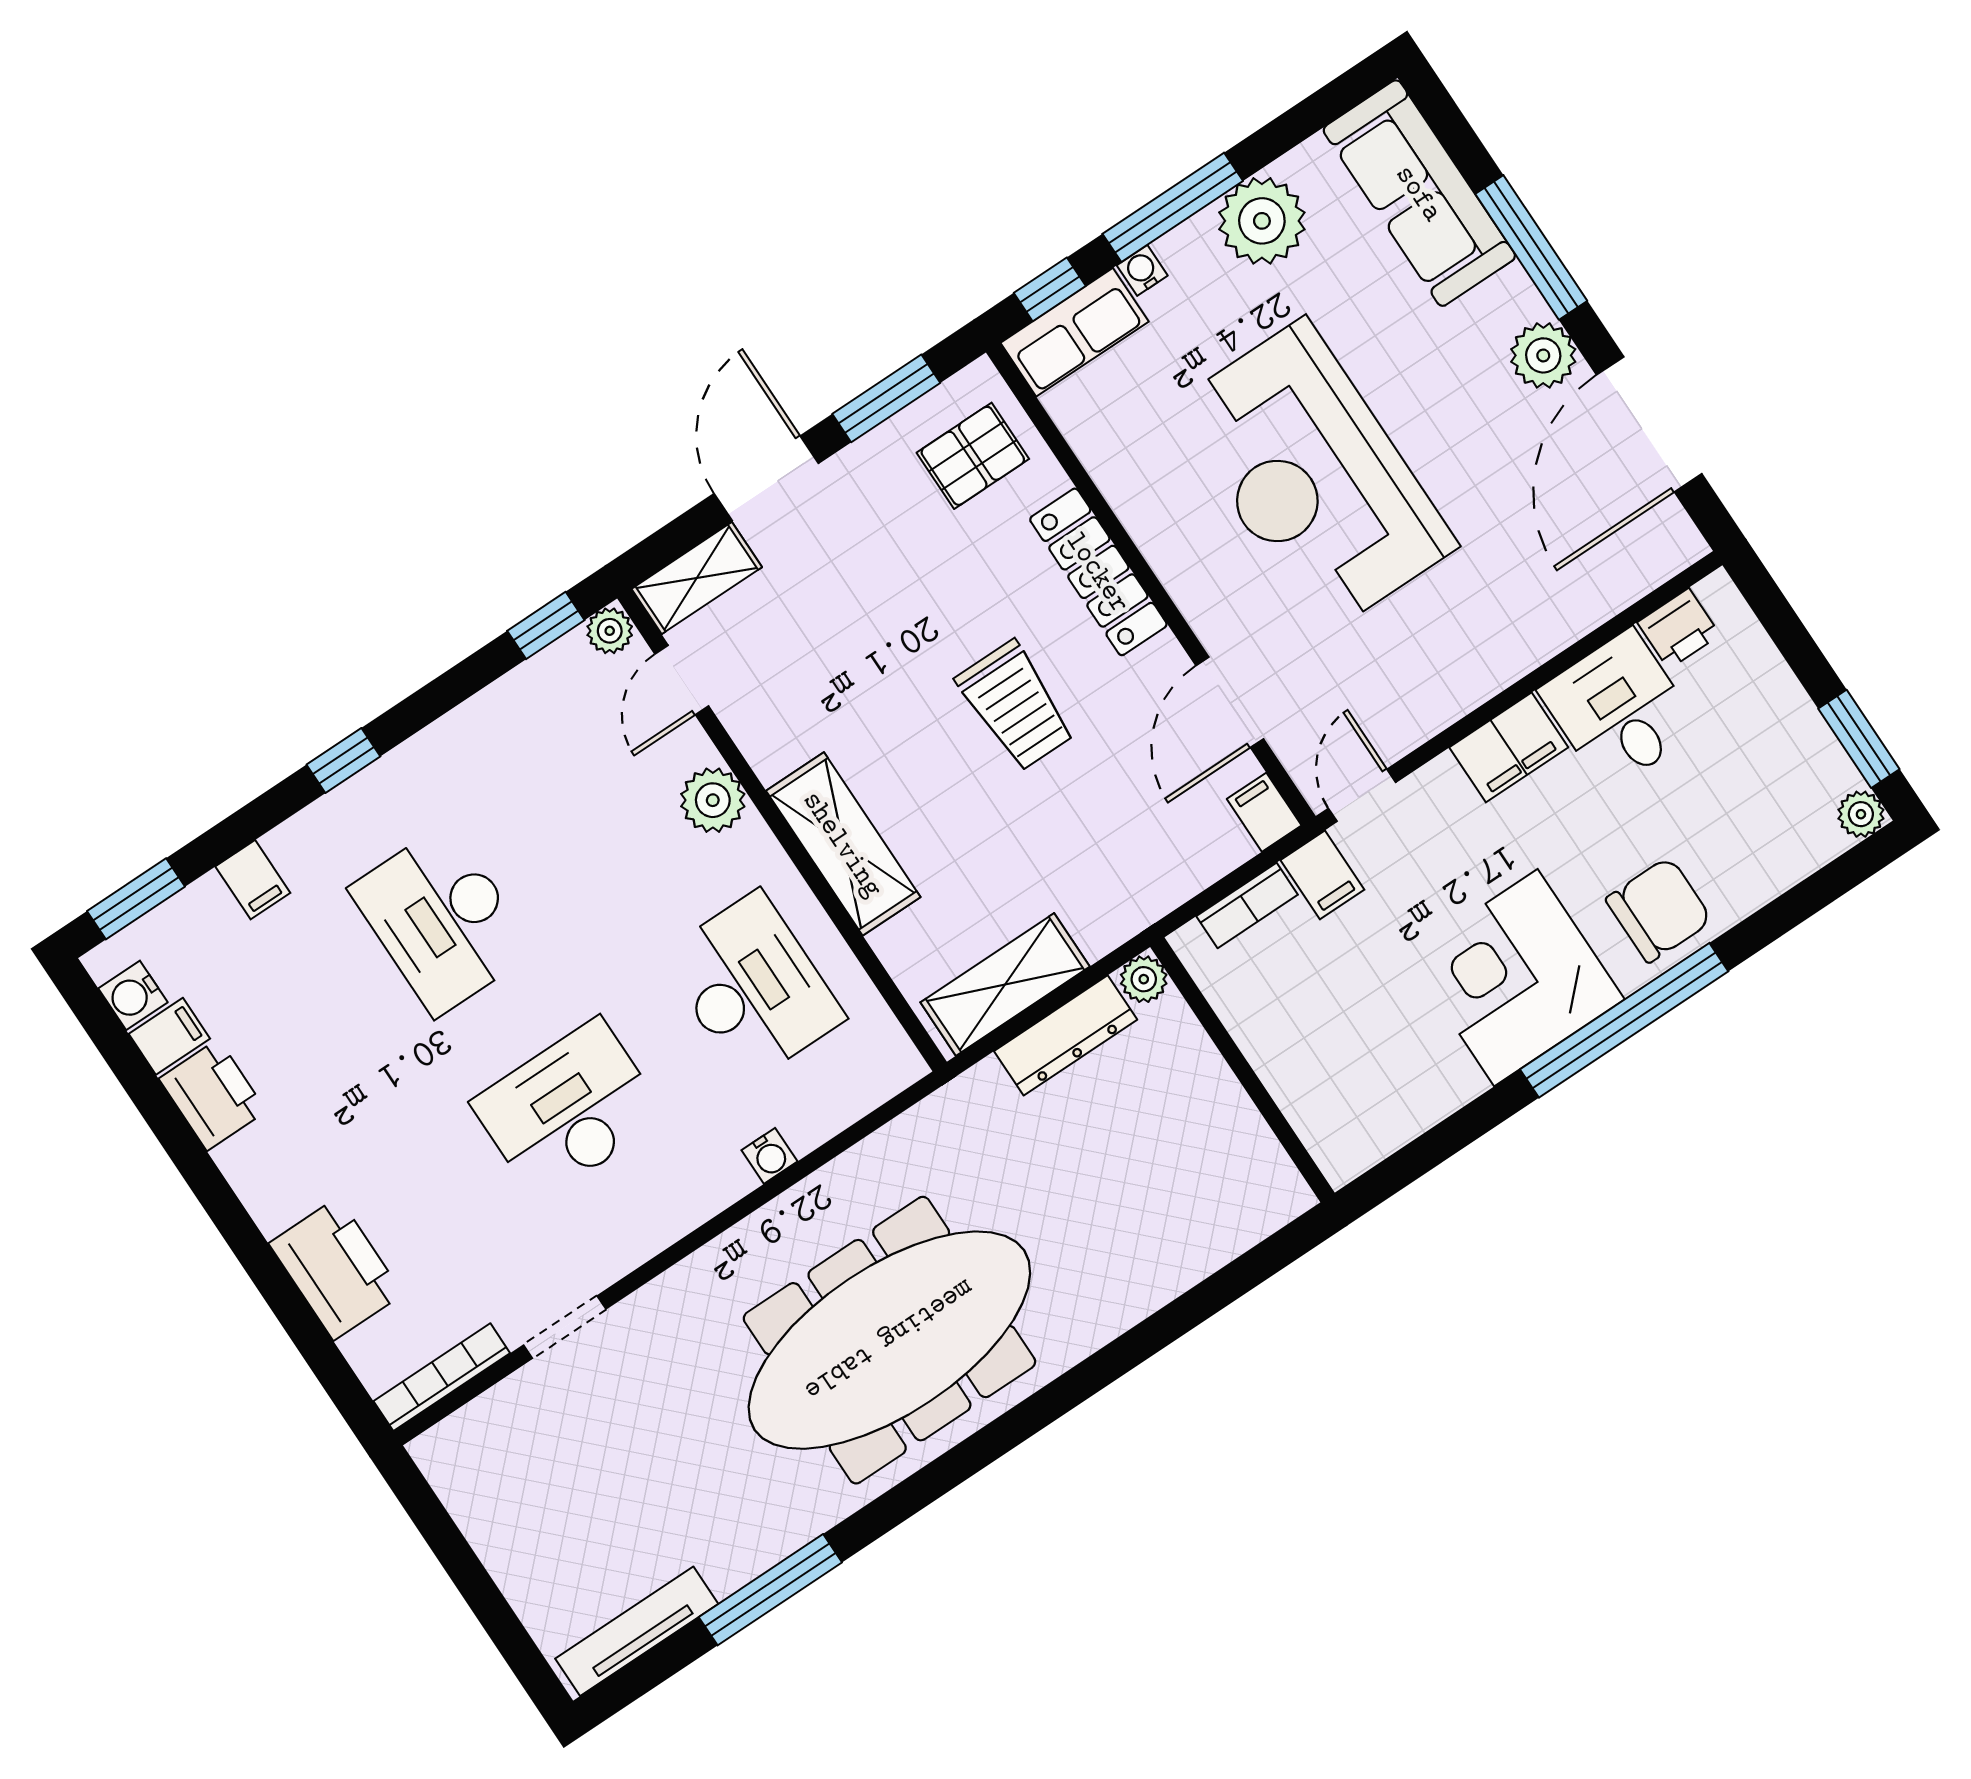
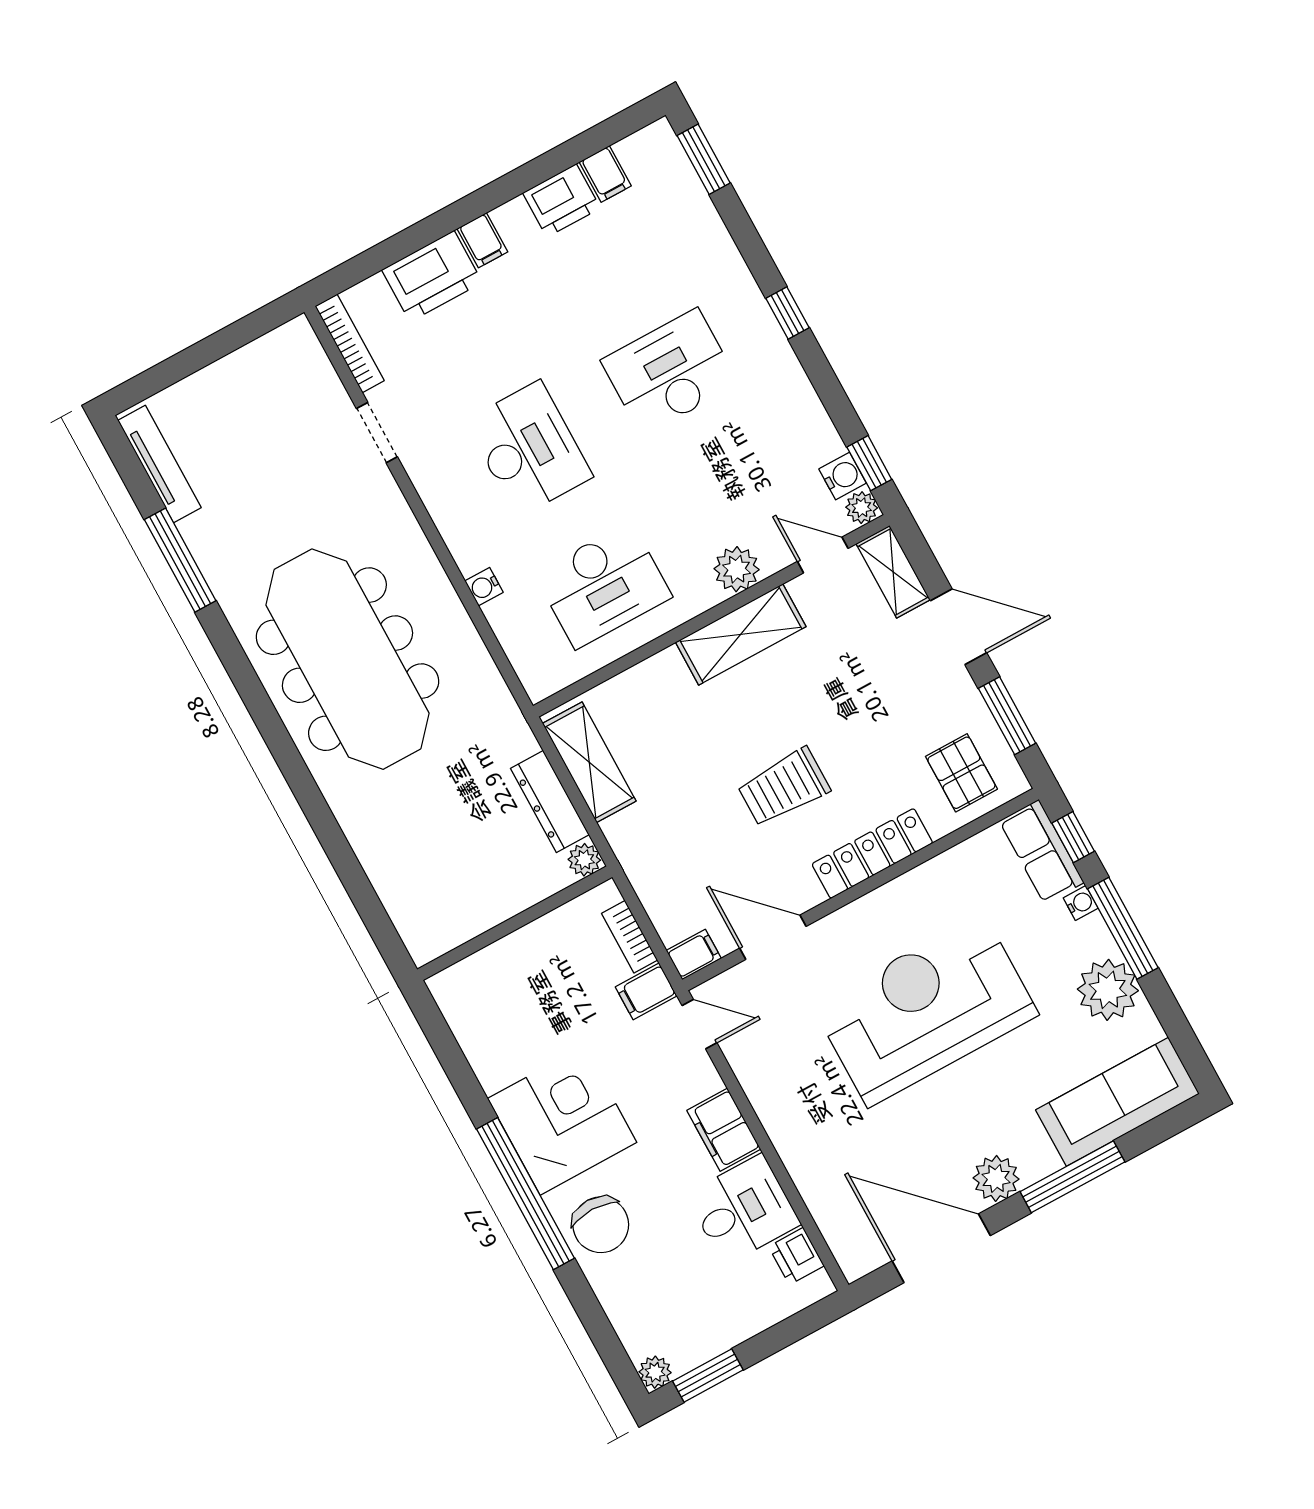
shelving: (843, 844) -> (741, 634), moved
filing cabinet: (253, 880) -> (482, 240), moved, turned -90
water cooler: (133, 995) -> (843, 476), moved, turned 90

